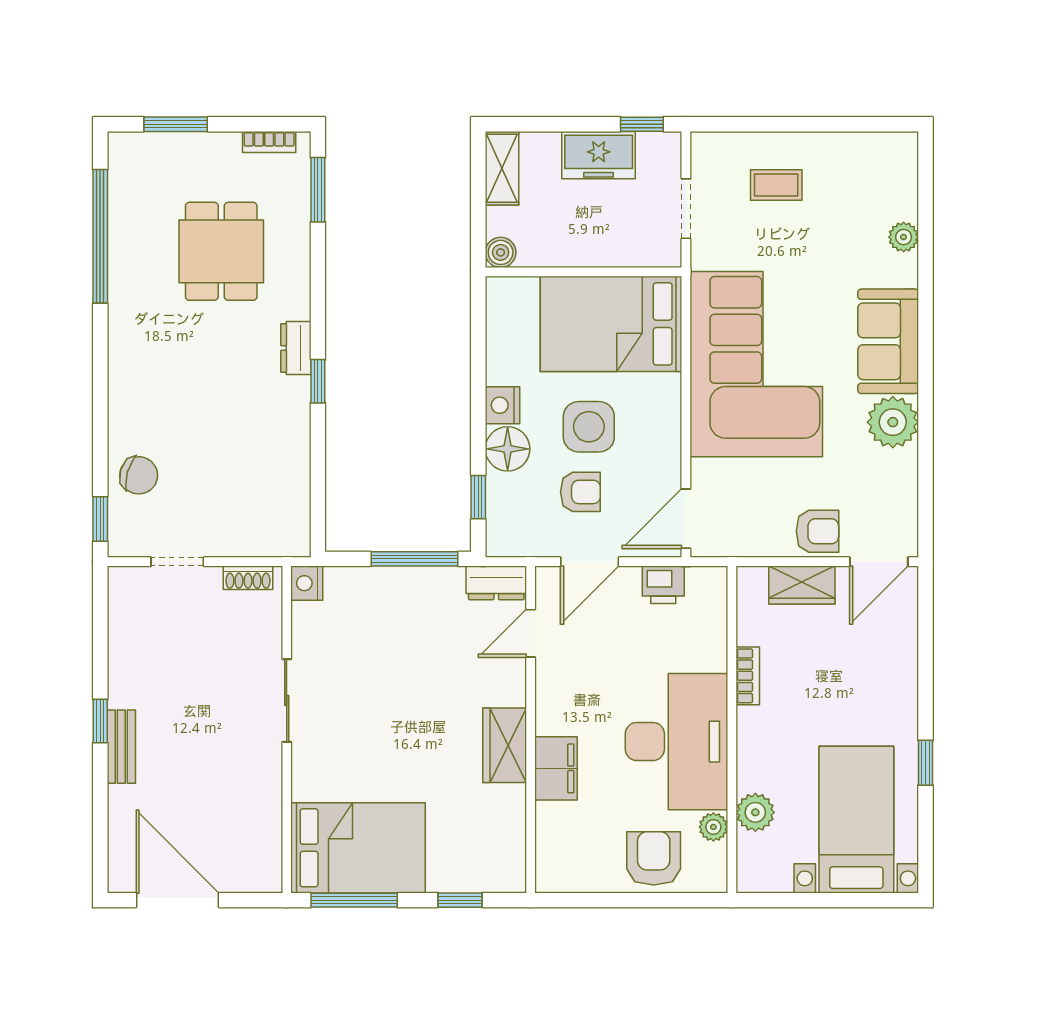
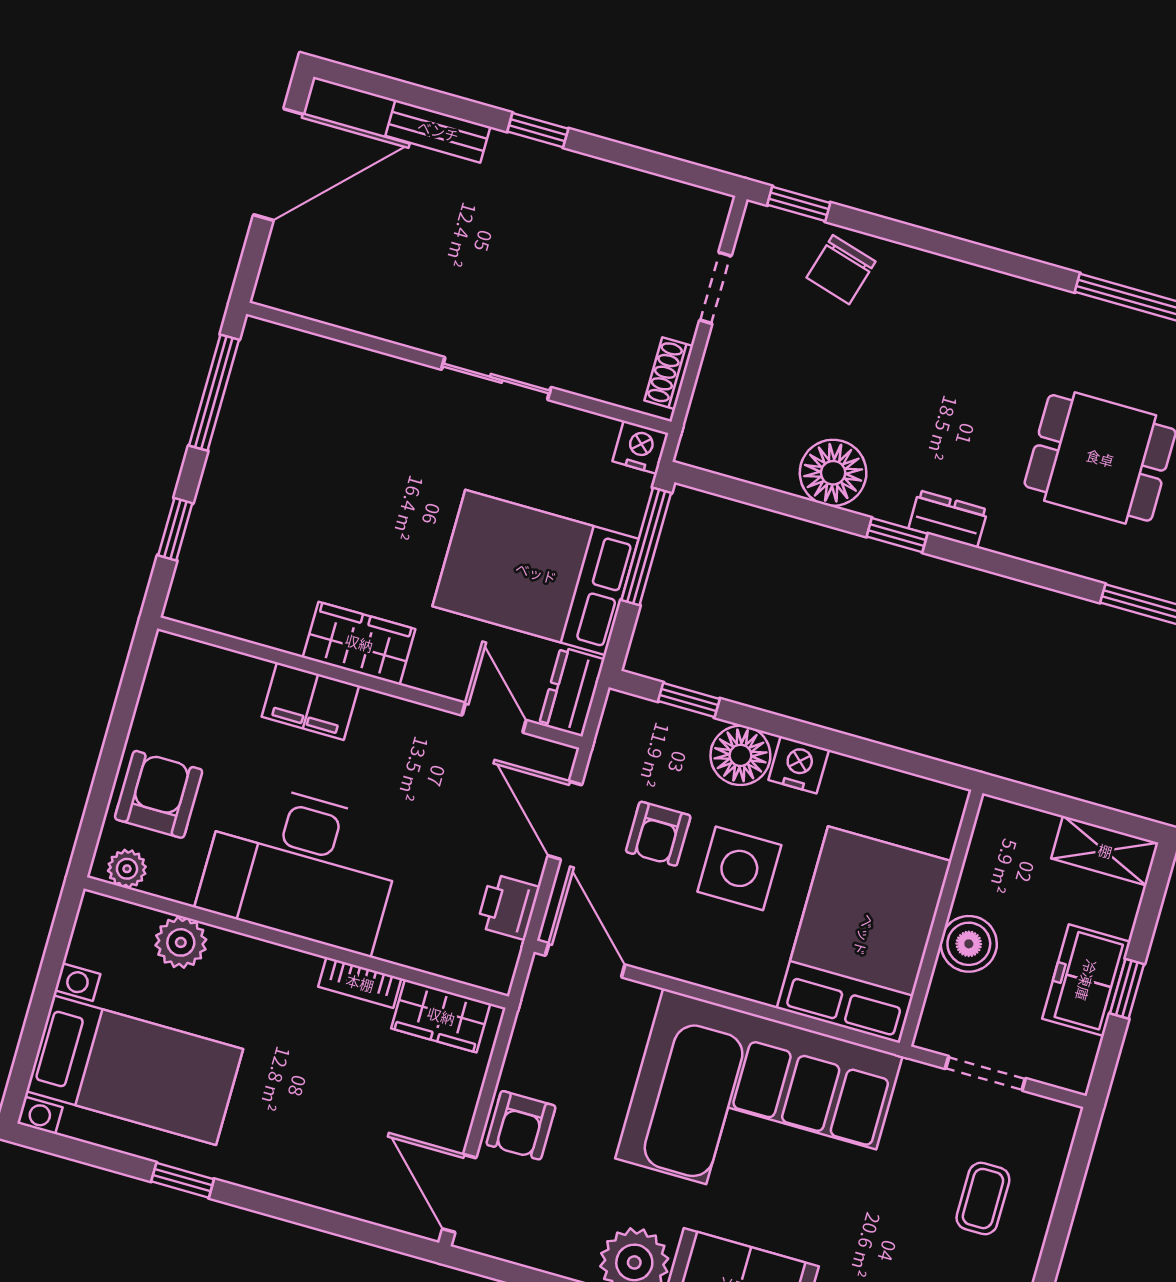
window: (642, 124) -> (1127, 989), moved
boiler: (501, 252) -> (969, 944), moved, width x1.36, depth x1.36
floor lamp: (286, 440) -> (833, 473), added
window: (414, 559) -> (646, 547), moved
wardrobe: (802, 585) -> (441, 1016), moved, turned -90
bench: (121, 747) -> (438, 131), moved
plant: (713, 827) -> (127, 869), moved
bed: (358, 848) -> (536, 573), moved, turned 90
armchair: (654, 858) -> (159, 794), turned -90

